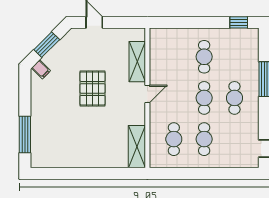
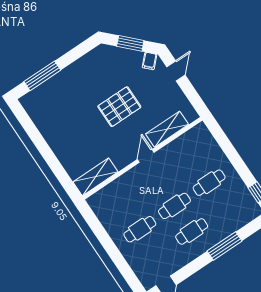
filing cabinet: (41, 69) -> (149, 61), moved
door: (147, 94) -> (146, 156), swing flipped
cafe table: (174, 139) -> (123, 204), removed

